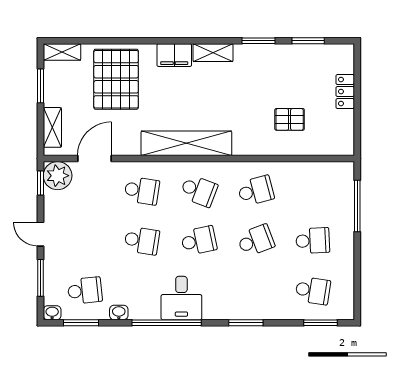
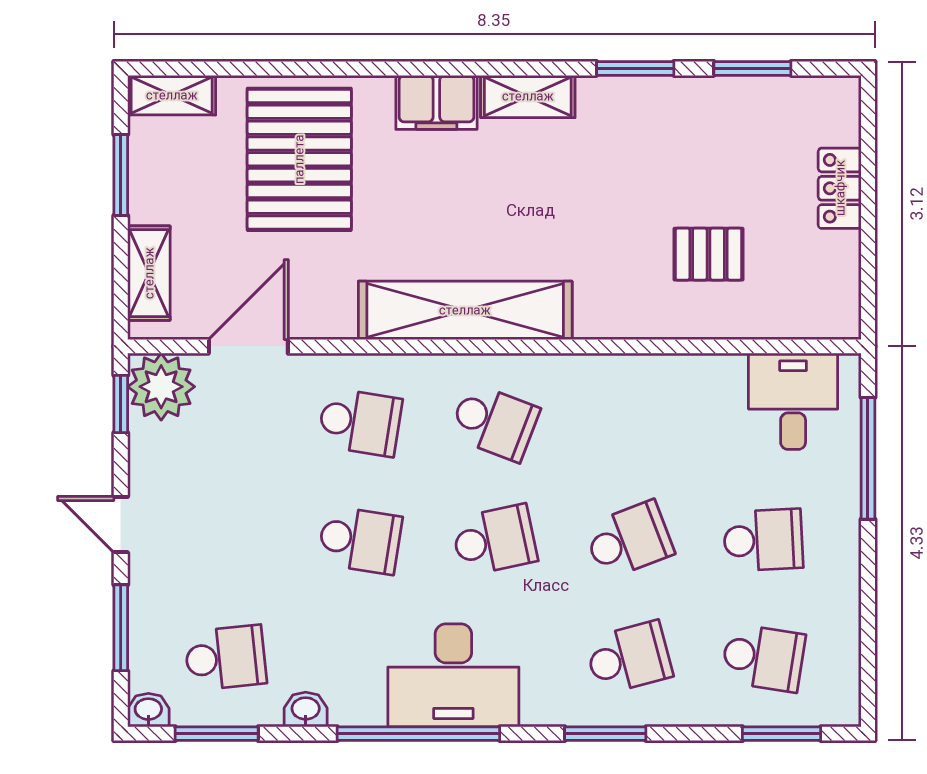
desk: (325, 182) -> (793, 401), added
school desk: (256, 191) -> (629, 658), moved
desk: (181, 298) -> (453, 675), width x1.37

